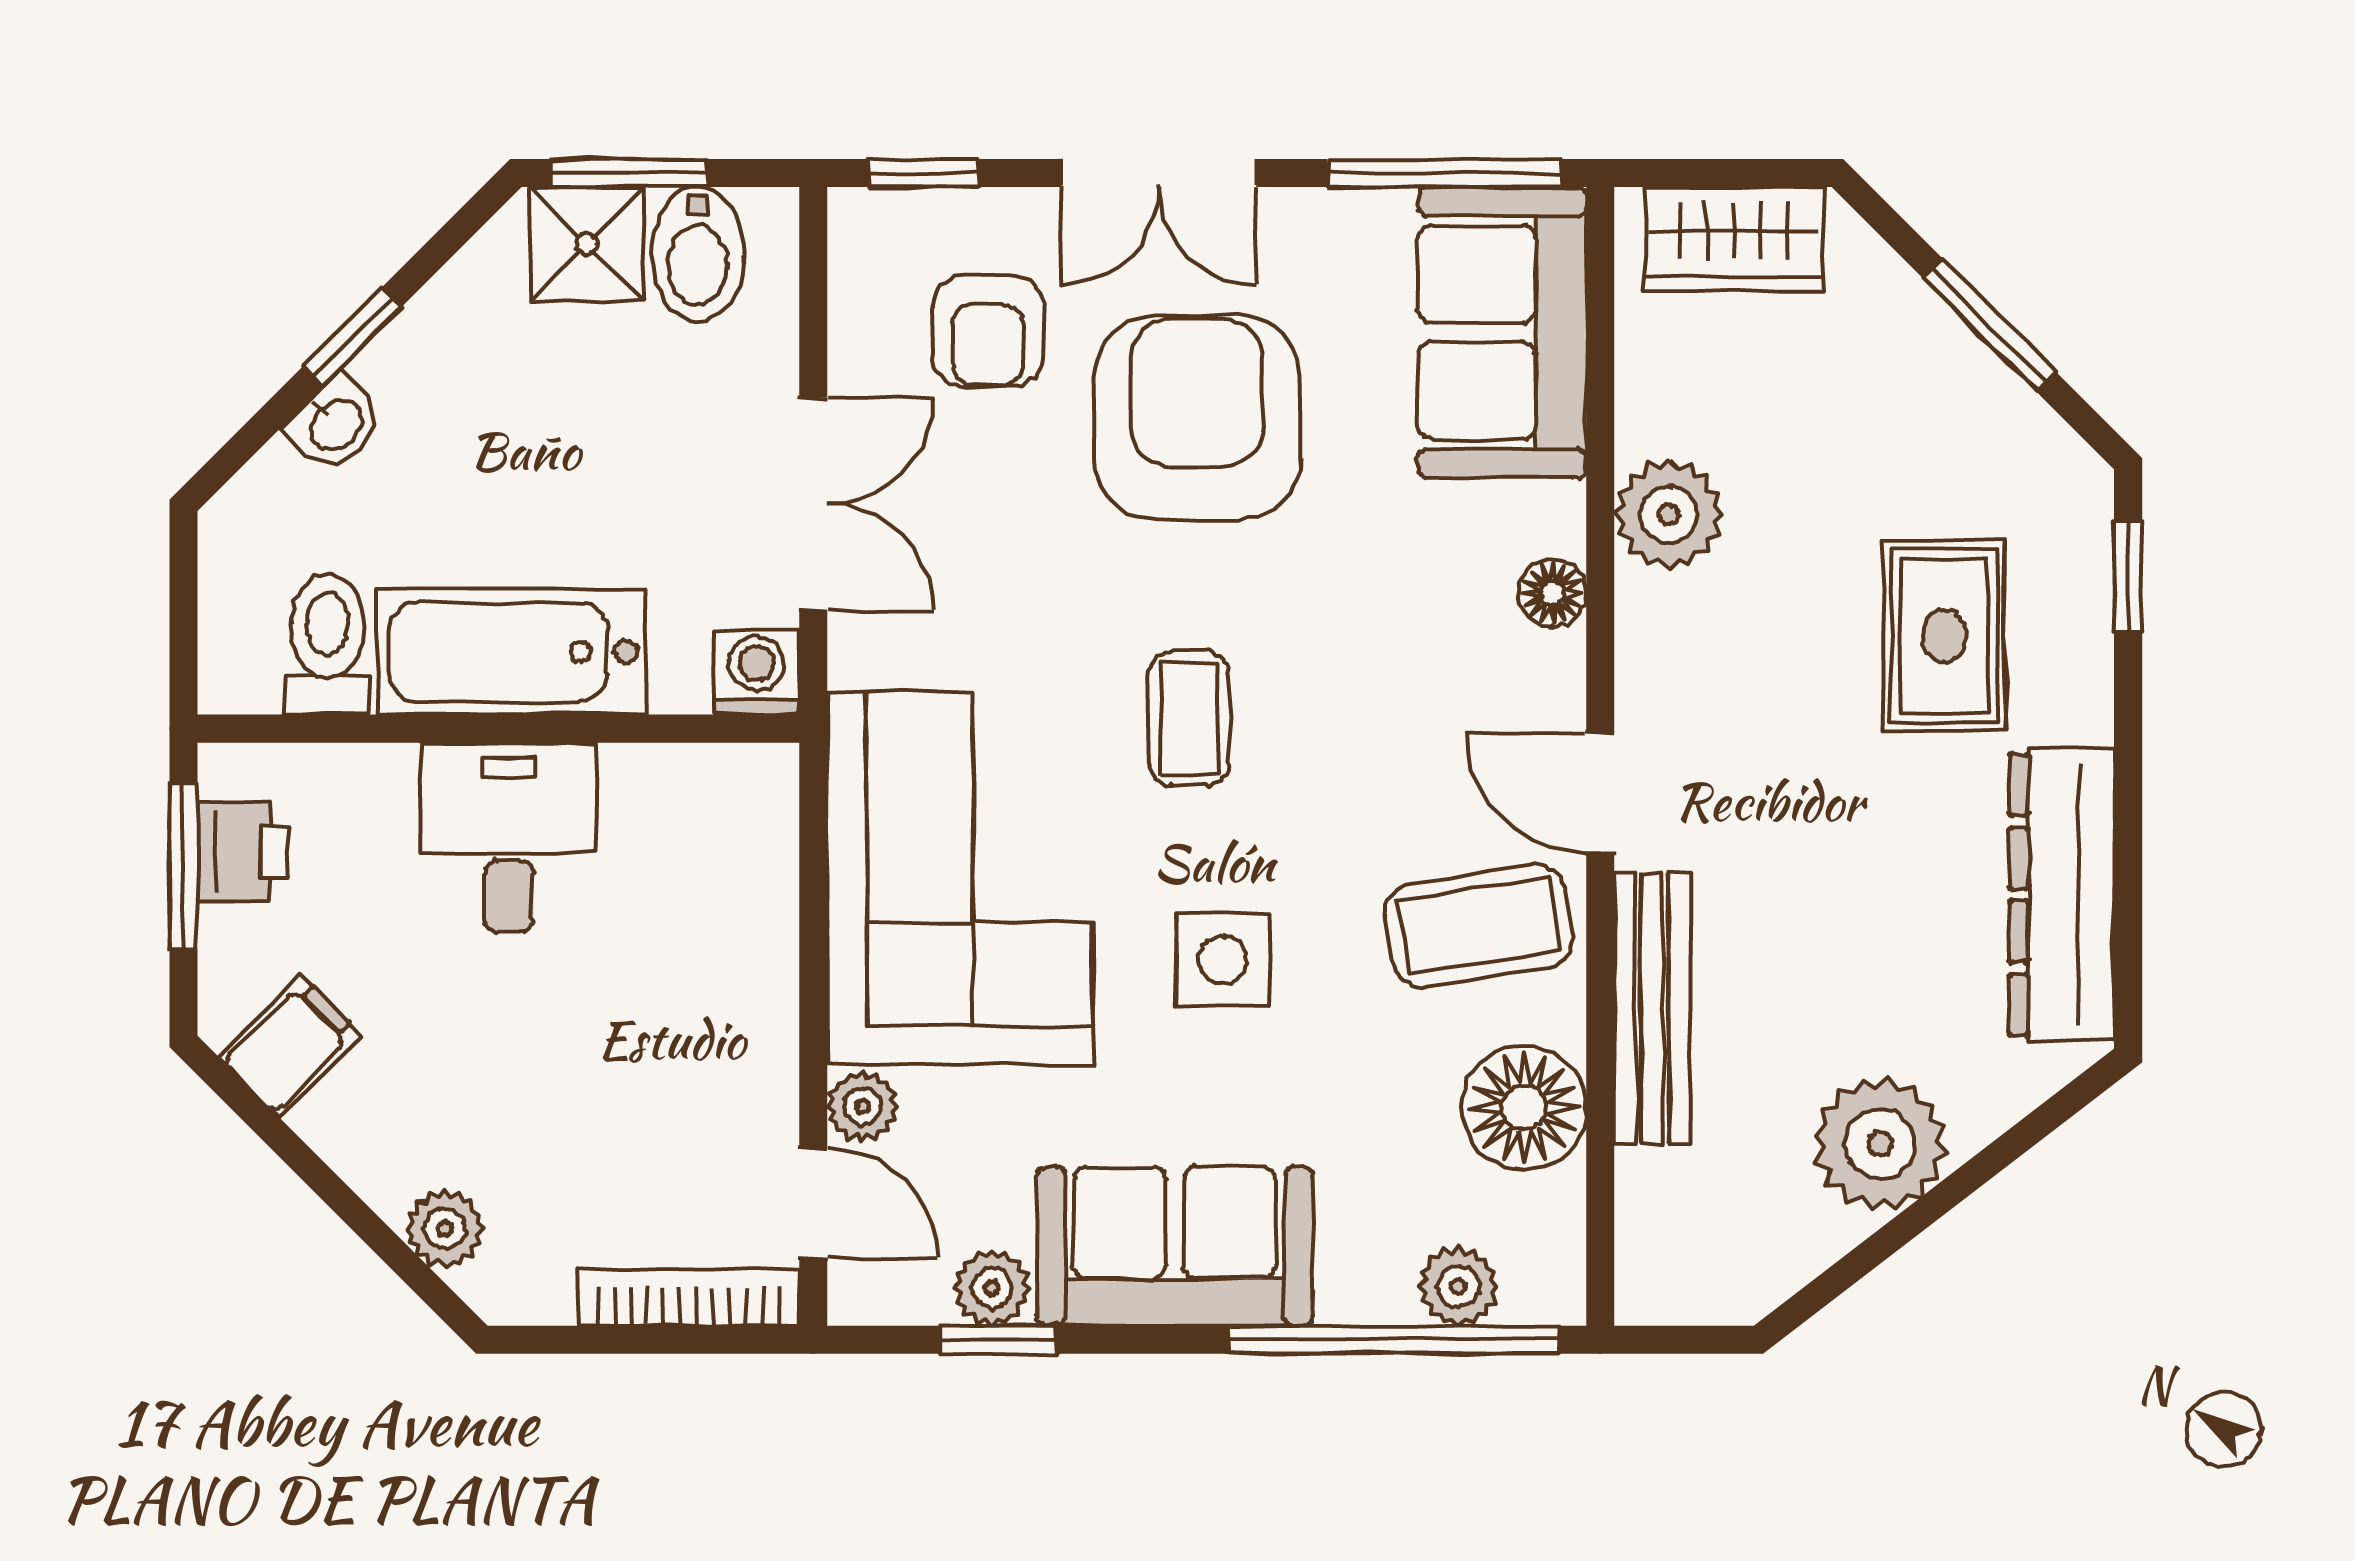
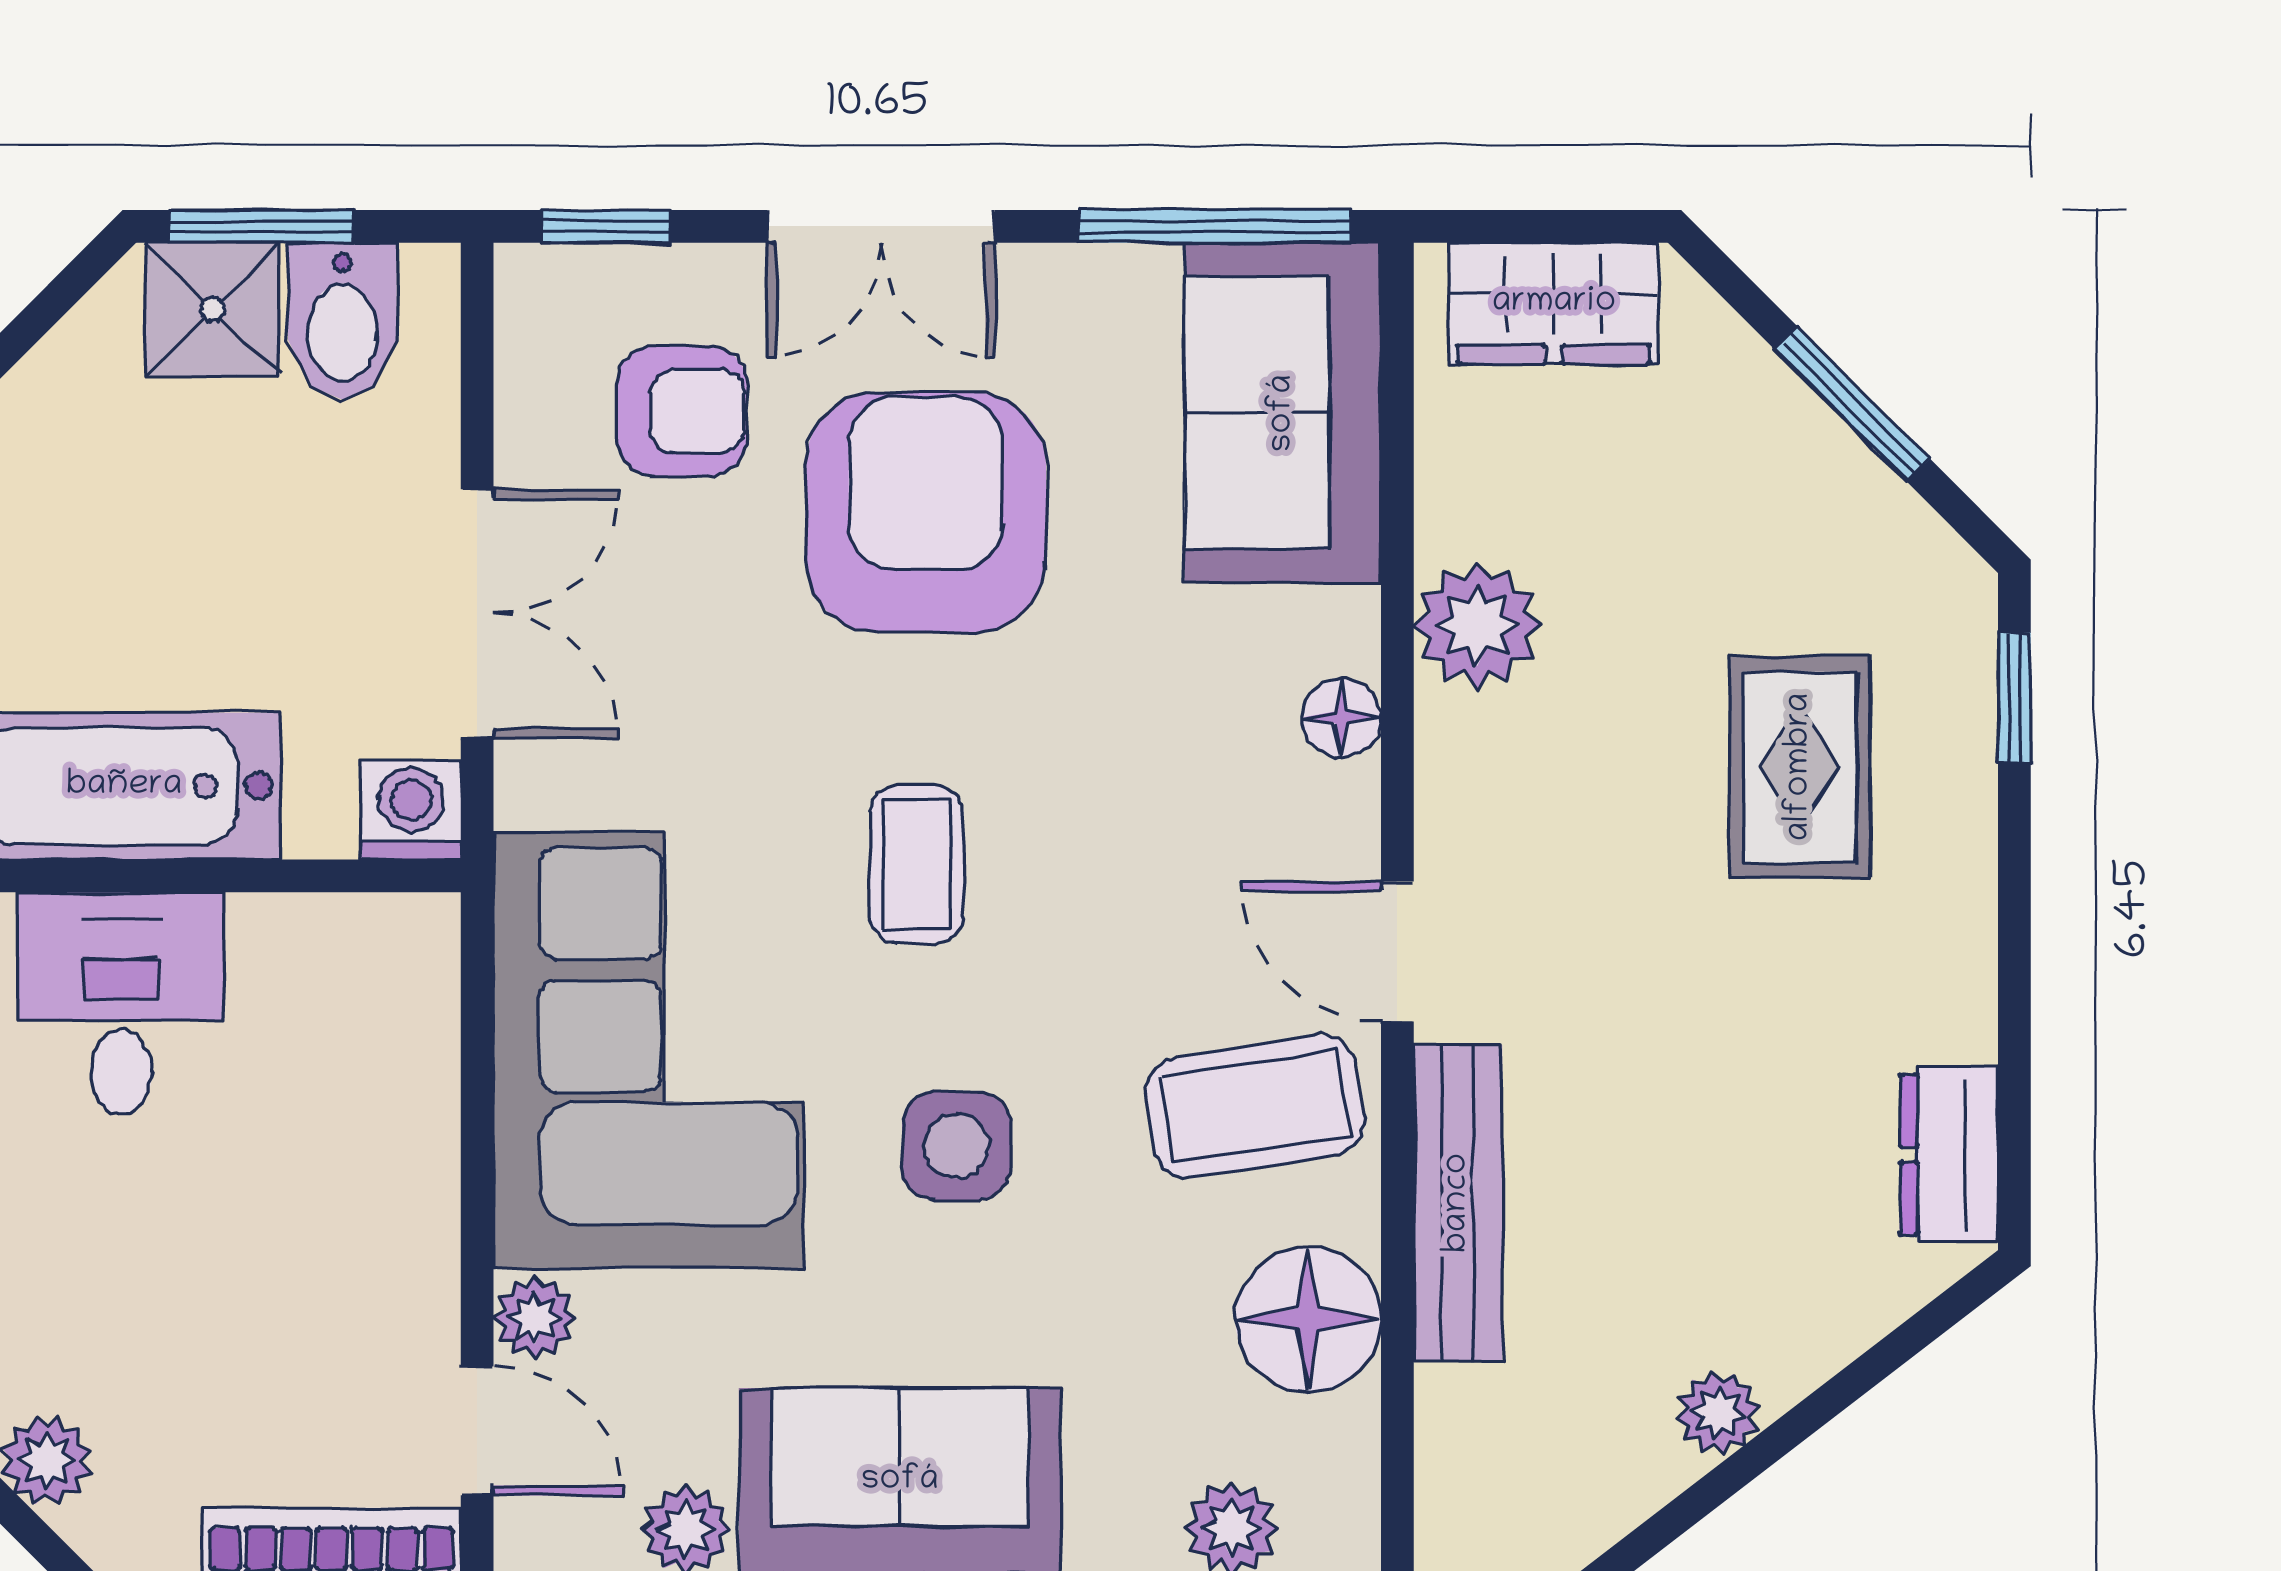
armchair: (988, 331) -> (682, 411), turned -90
dresser: (2062, 895) -> (1949, 1154), width x0.51, depth x0.80
plant: (1880, 1144) -> (1718, 1413), width x0.53, depth x0.53

